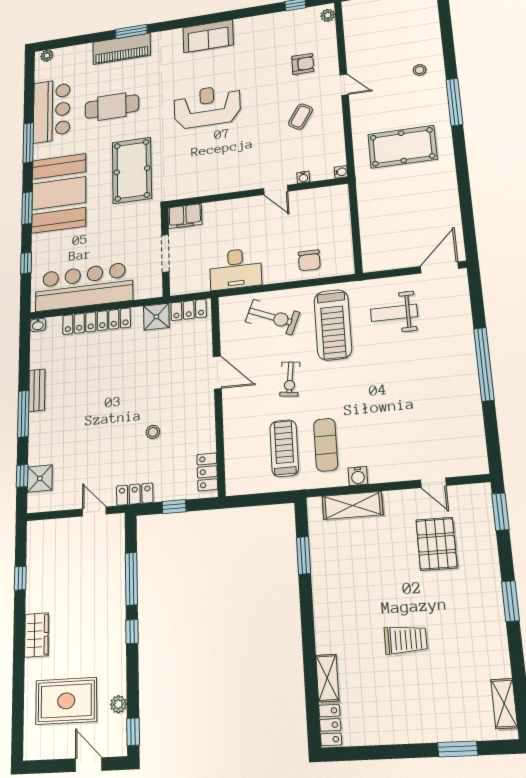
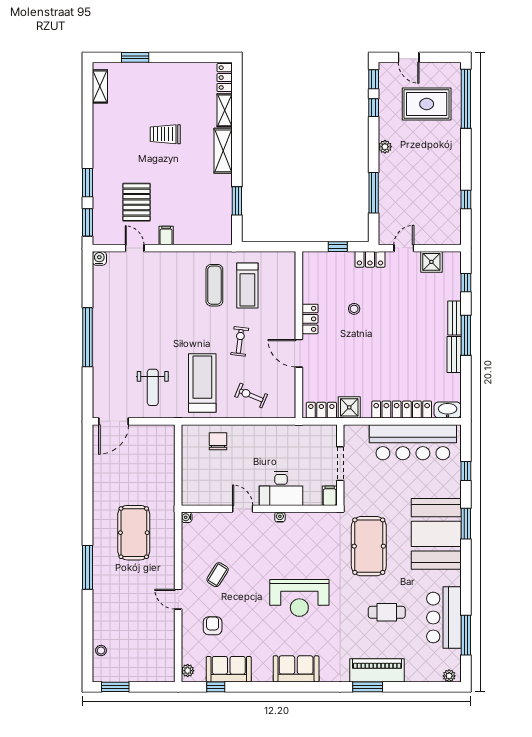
sofa: (282, 24) -> (229, 669), added
armchair: (303, 64) -> (213, 626), turned 90
stool: (420, 70) -> (101, 651), moved
cafe table: (112, 107) -> (387, 612), width x0.73, depth x0.74
window: (28, 143) -> (466, 635), moved
pool table: (402, 147) -> (134, 533), turned 90
water cooler: (303, 177) -> (280, 517), moved
filing cabinet: (185, 216) -> (330, 496), width x0.50
desk: (236, 269) -> (281, 489), moved, turned 180
weight bench: (394, 313) -> (153, 387), turned 90
exercise bike: (272, 317) -> (251, 395), width x0.73, depth x0.72
washbasin: (38, 325) -> (448, 410), width x1.91, depth x1.45
bench: (36, 433) -> (454, 318), added
locker: (207, 472) -> (310, 319), moved
water cooler: (358, 476) -> (99, 258), moved
shower: (40, 478) -> (431, 262), moved
filing cabinet: (393, 503) -> (166, 236), added
shelving: (352, 505) -> (223, 151), moved, turned 90
door: (94, 511) -> (404, 248), swing flipped
window: (510, 601) -> (87, 183), moved
window: (132, 632) -> (374, 108), moved
wardrobe: (36, 635) -> (451, 155), removed
plant: (118, 704) -> (385, 147), moved
window: (18, 710) -> (466, 99), added

